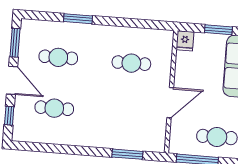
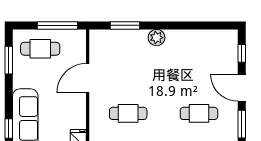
cafe table: (54, 108) -> (199, 64), removed
plant: (96, 139) -> (157, 38), added

